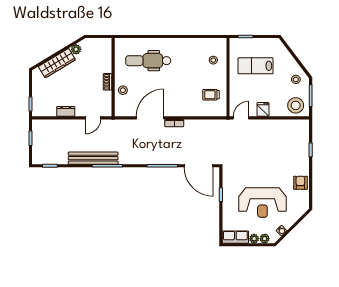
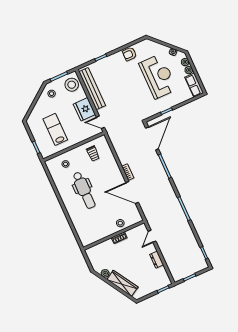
dental chair: (148, 61) -> (84, 190), moved
lab bench: (256, 66) -> (55, 129), turned 180
fridge: (263, 109) -> (84, 109), width x1.88, depth x1.34
door: (93, 118) -> (152, 236), swing flipped
bench: (93, 158) -> (92, 89), moved

